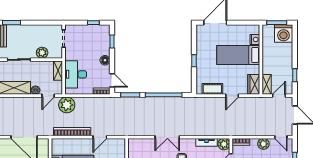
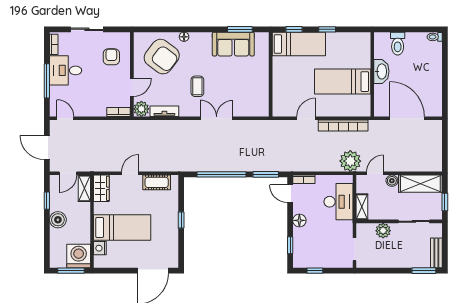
washing machine: (283, 34) -> (79, 256), moved
boiler: (287, 61) -> (58, 220), added
plant: (263, 144) -> (89, 109), removed

